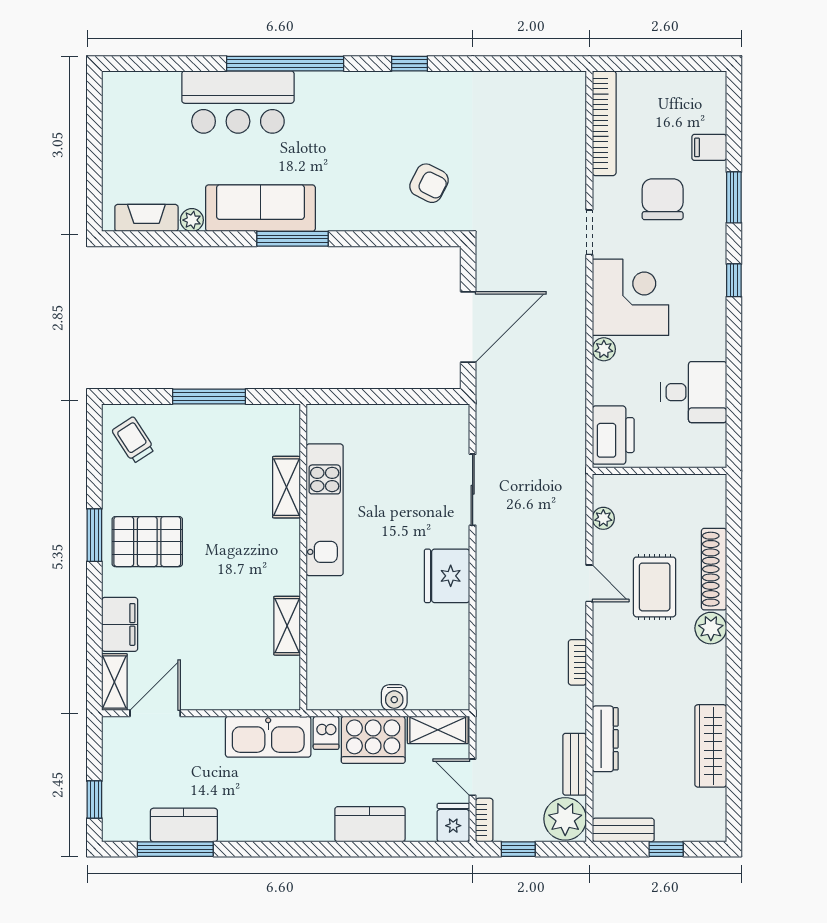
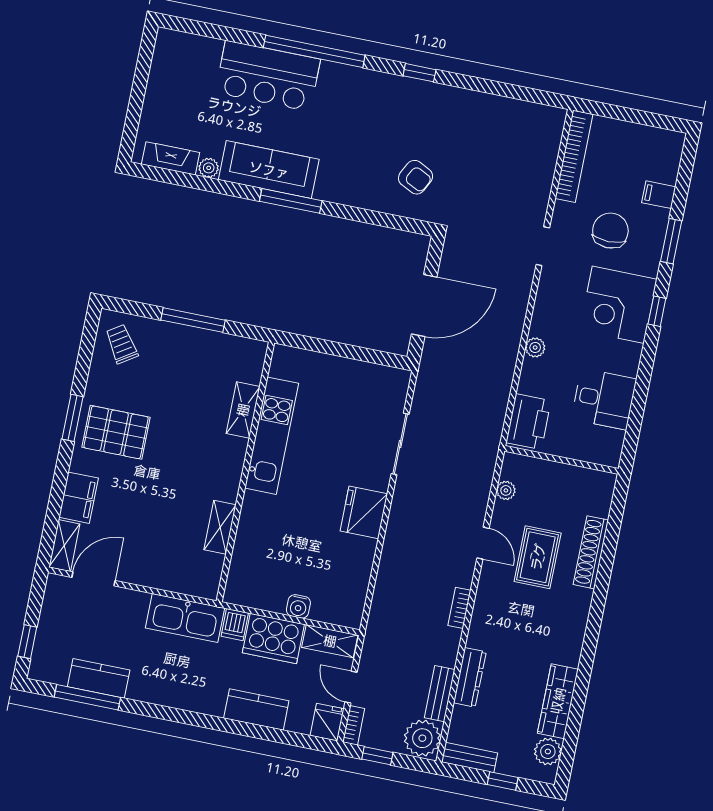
corner desk: (630, 297) -> (618, 305), moved, turned 180
plant: (711, 628) -> (548, 751), moved

